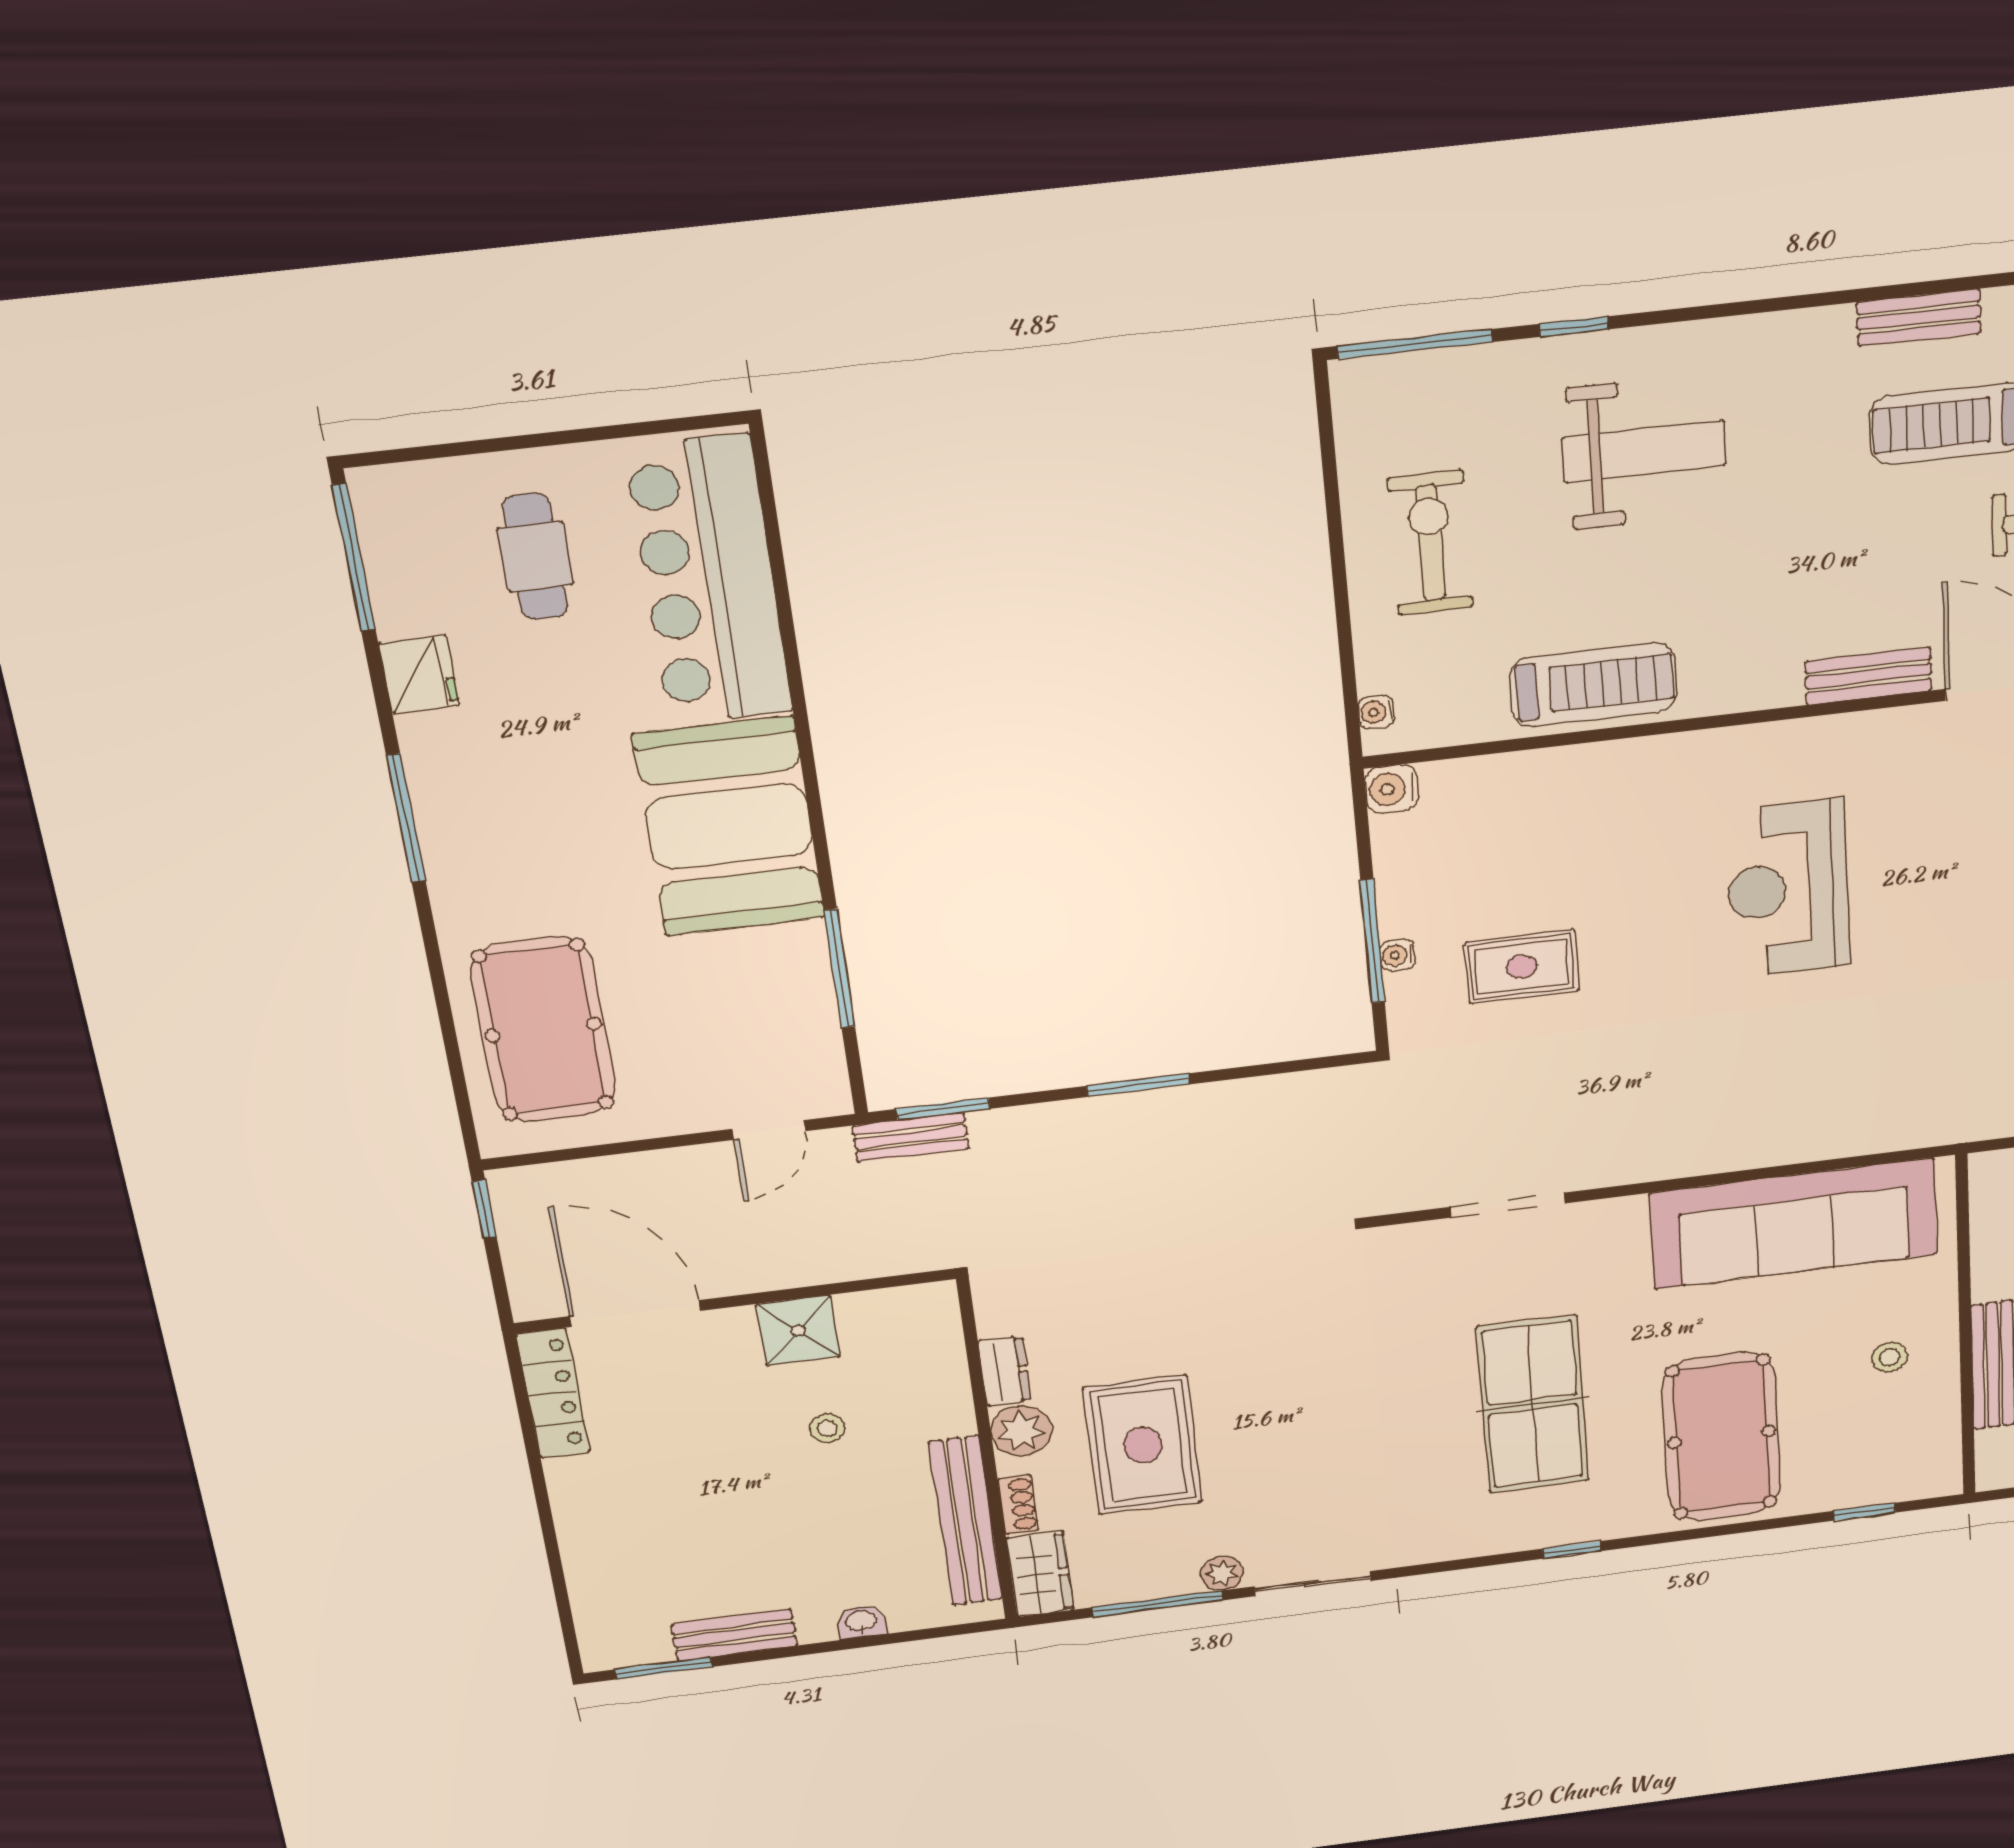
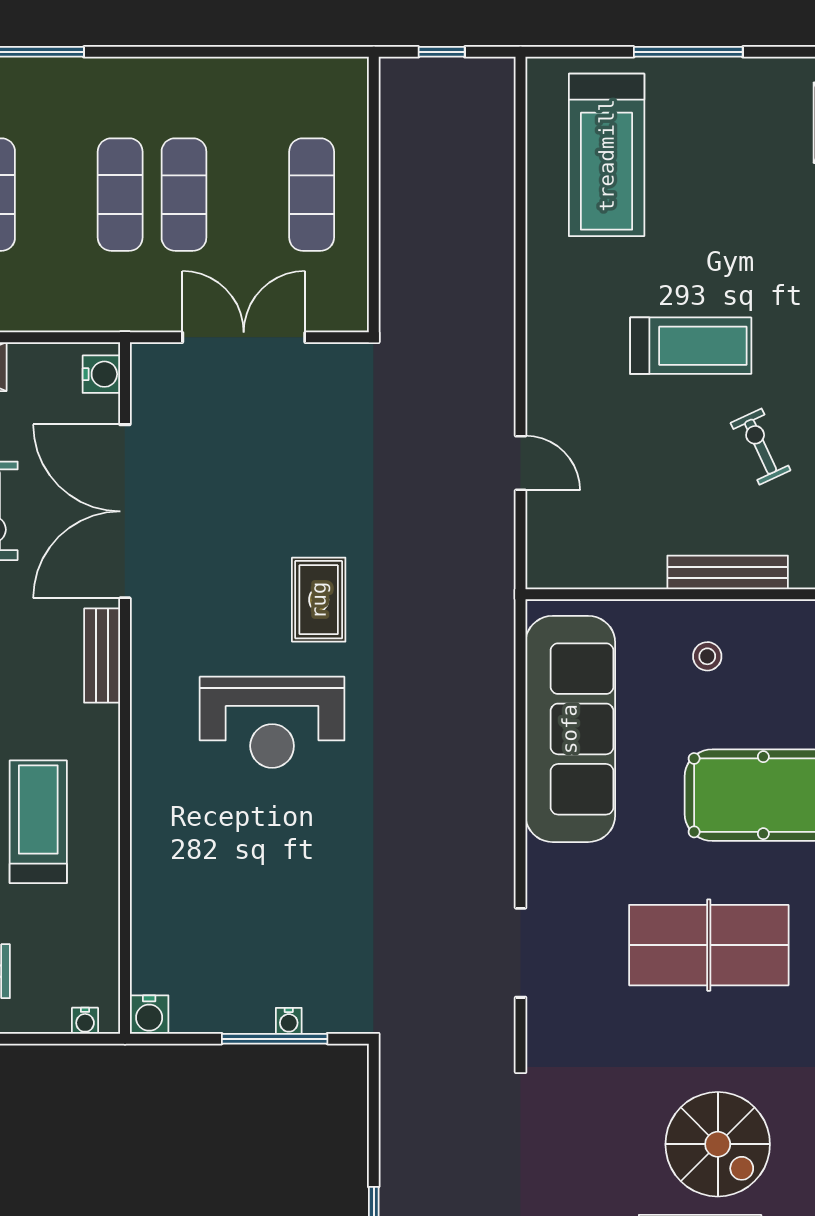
treadmill: (1593, 685) -> (38, 822), moved
rug: (1522, 967) -> (319, 600), moved
spiral stairs: (1285, 1445) -> (718, 1144), added

